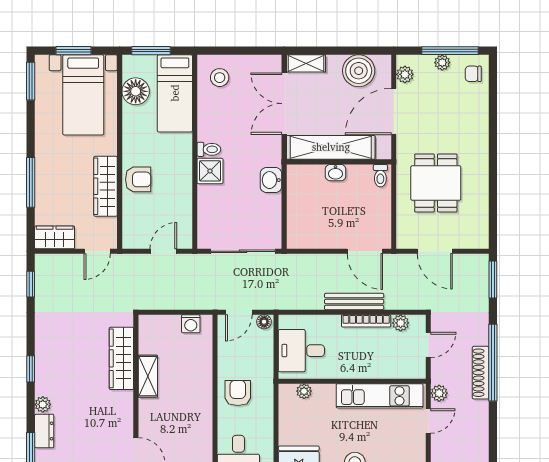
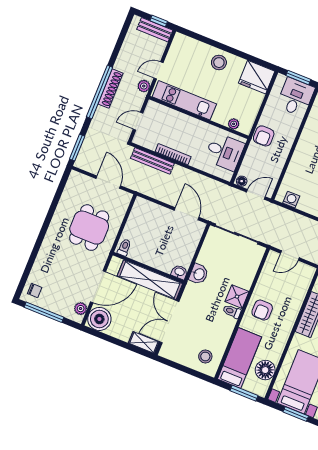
plant: (442, 63) -> (52, 306), removed
boiler: (359, 71) -> (99, 319), moved
double door: (284, 104) -> (169, 322), swing flipped
washbasin: (336, 173) -> (179, 272), moved
armchair: (138, 179) -> (262, 310), moved, turned -90
door: (365, 251) -> (187, 214), moved
bench: (354, 301) -> (152, 161), moved
plant: (401, 323) -> (151, 143), removed
armchair: (238, 393) -> (264, 136), moved

